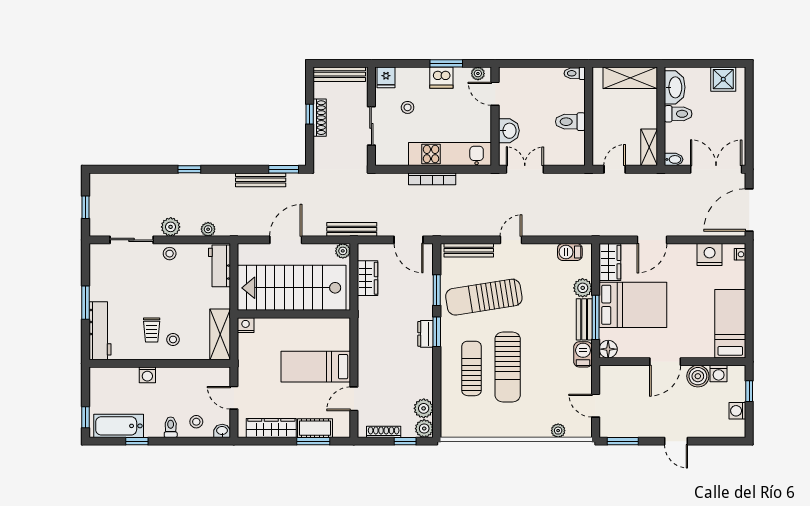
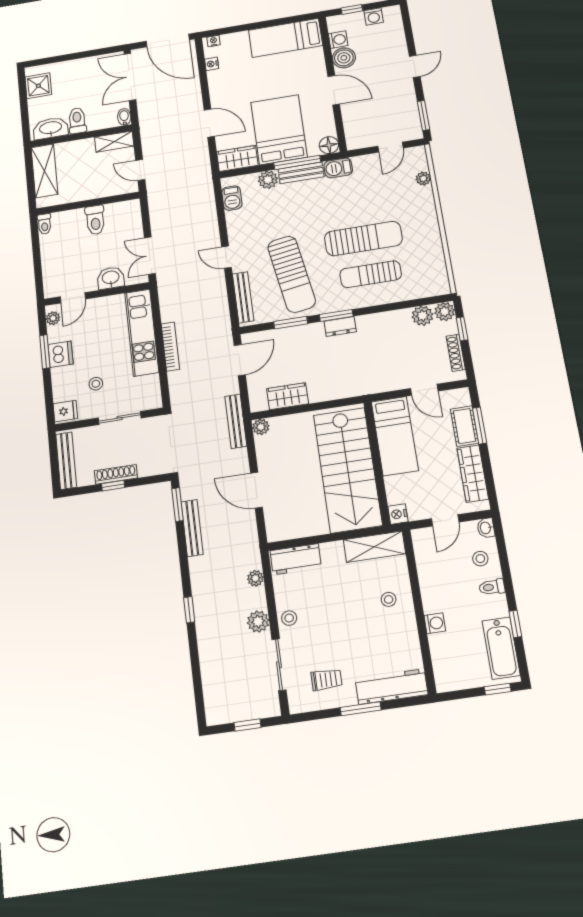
nightstand: (710, 254) -> (212, 64), width x0.53, depth x0.56
stairs: (292, 288) -> (348, 470), moved
wall: (294, 314) -> (377, 463), moved
nightstand: (246, 325) -> (398, 514), moved
trolley: (152, 330) -> (326, 680), moved

